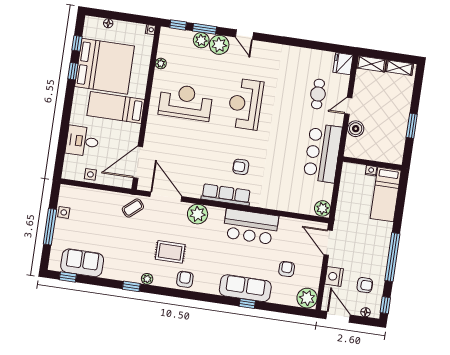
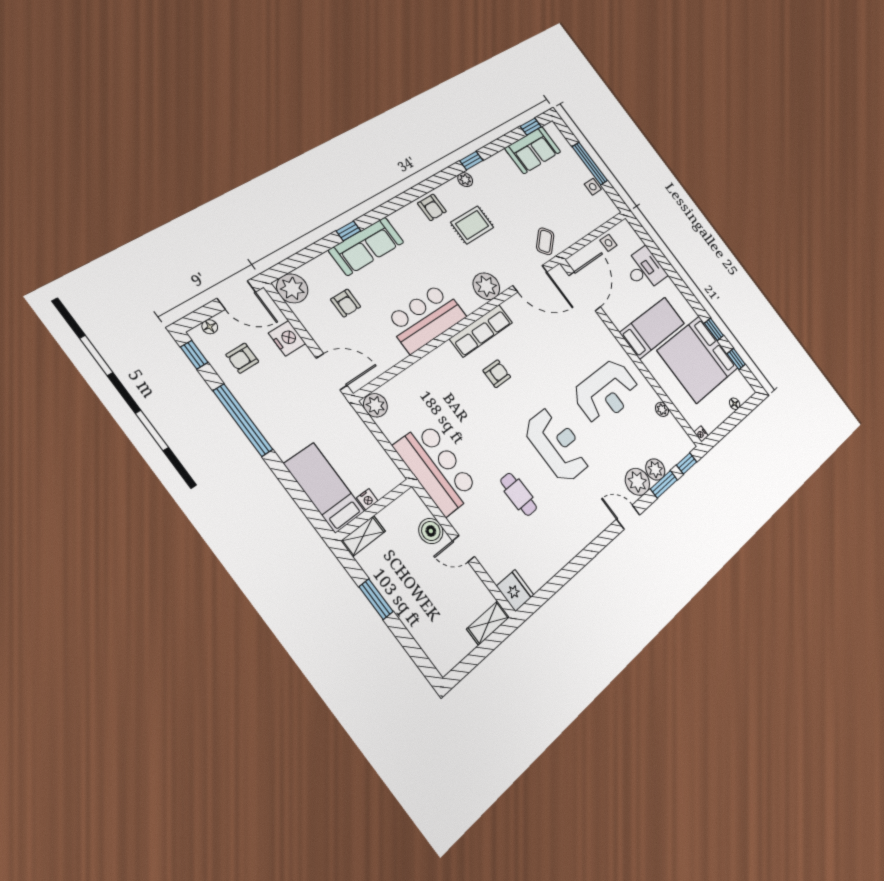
shelving: (399, 68) -> (363, 536), moved
cafe table: (318, 94) -> (519, 494), moved
door: (348, 106) -> (463, 549), swing flipped

